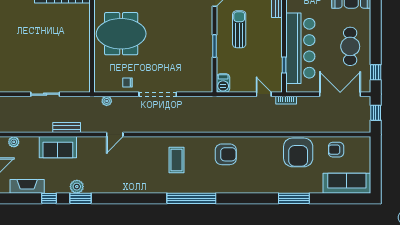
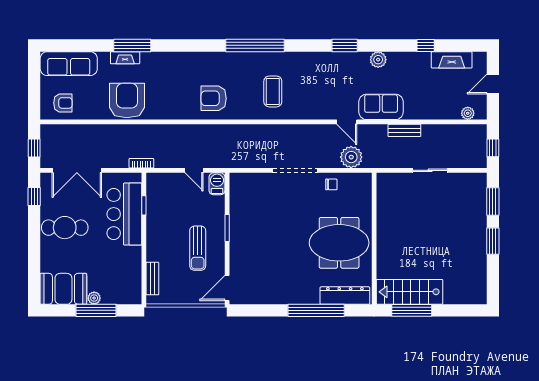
cafe table: (350, 46) -> (65, 228), turned 90
bar counter: (300, 48) -> (124, 214), width x0.73
door: (264, 94) -> (194, 170), moved
plant: (107, 101) -> (351, 157), width x1.88, depth x1.88
door: (115, 135) -> (347, 122), swing flipped
sofa: (58, 147) -> (381, 107), moved
armchair: (336, 150) -> (63, 103), moved
plant: (77, 187) -> (378, 60), moved
fireplace: (300, 188) -> (125, 58), added
window: (81, 198) -> (345, 45), moved

